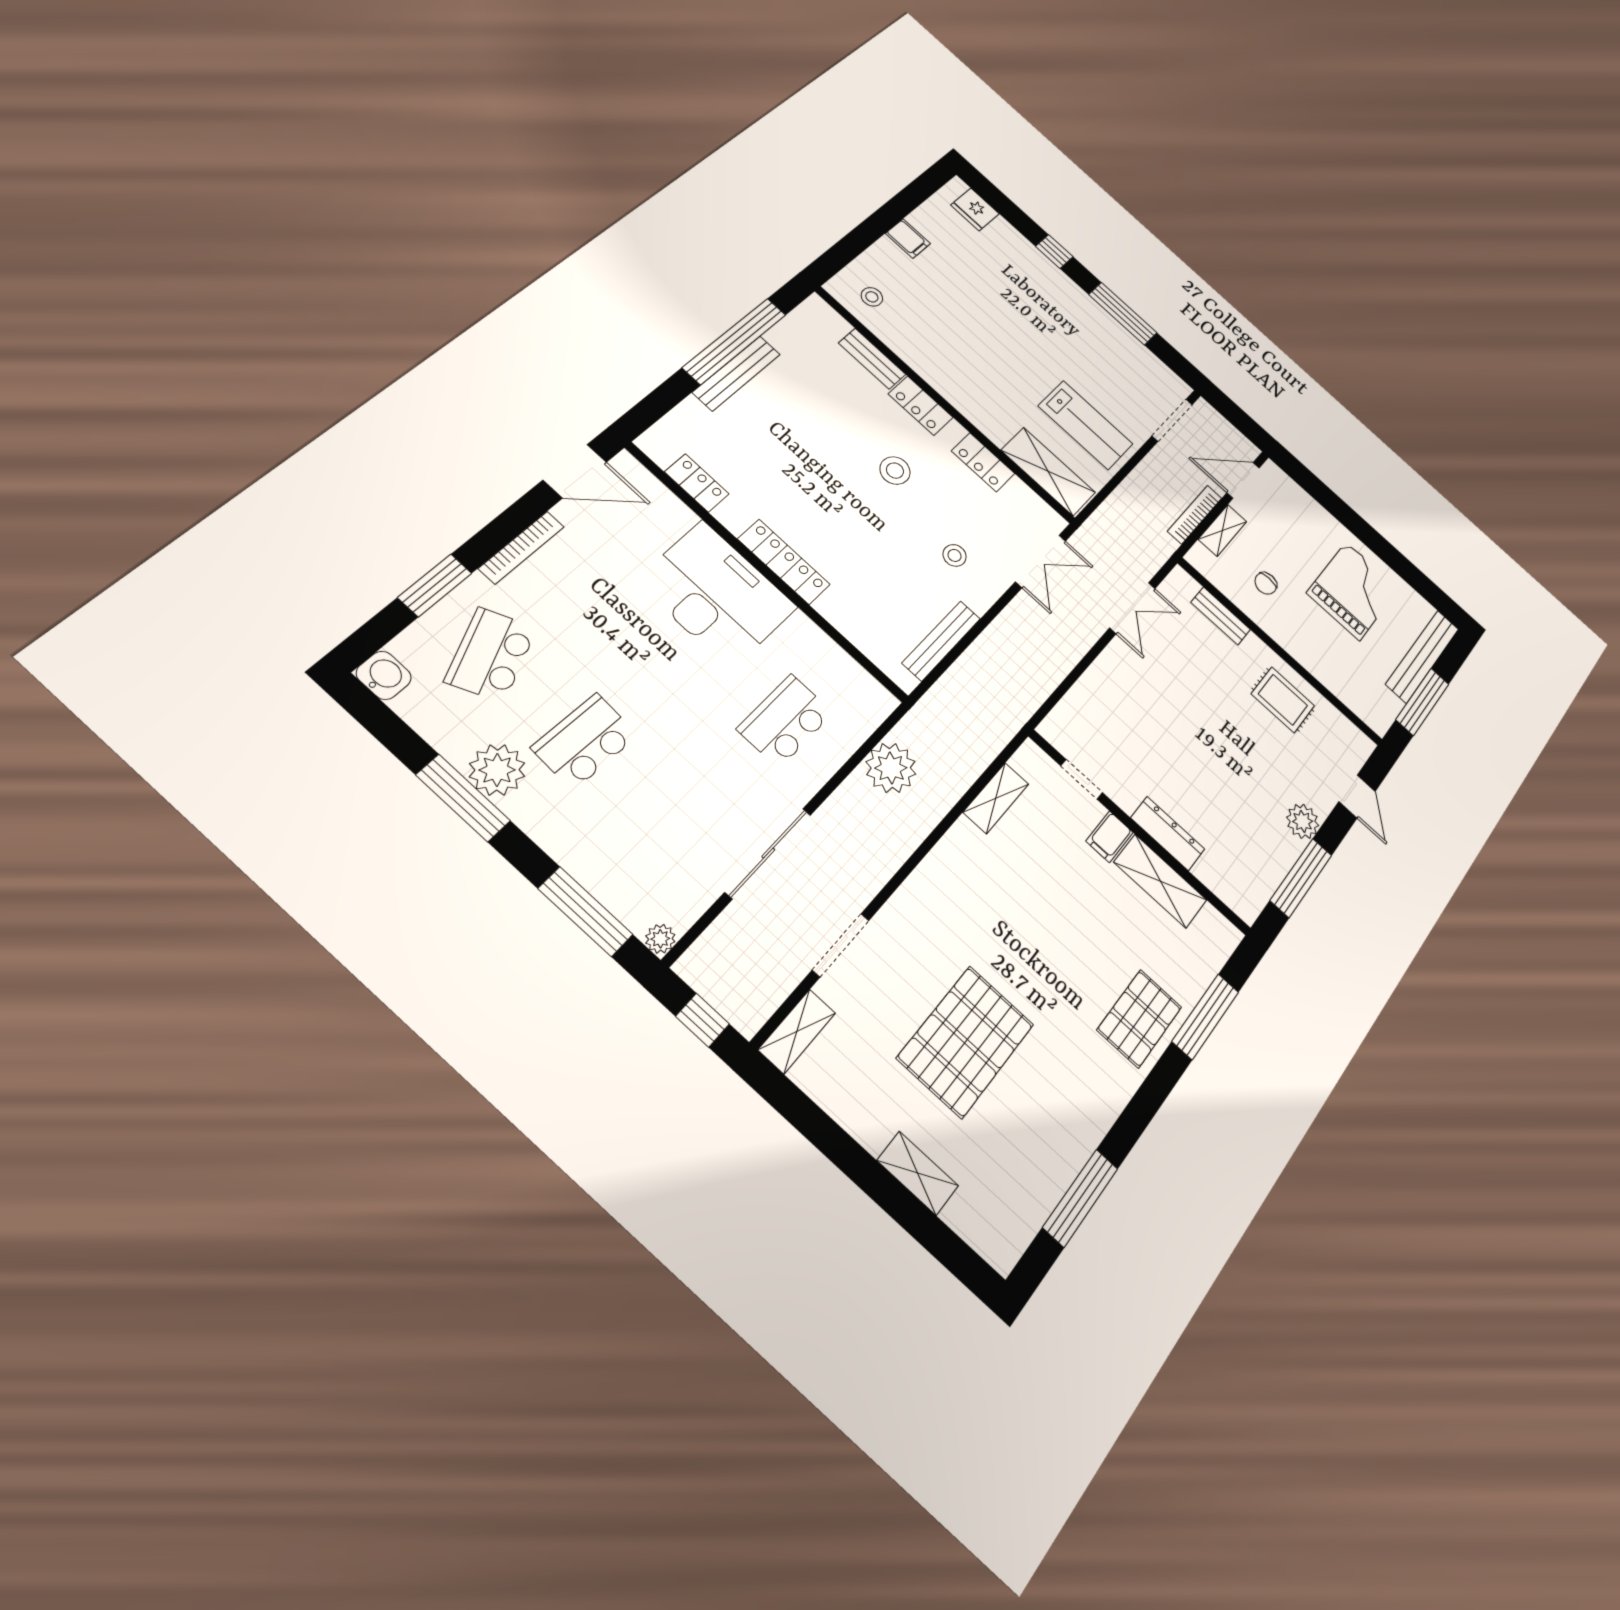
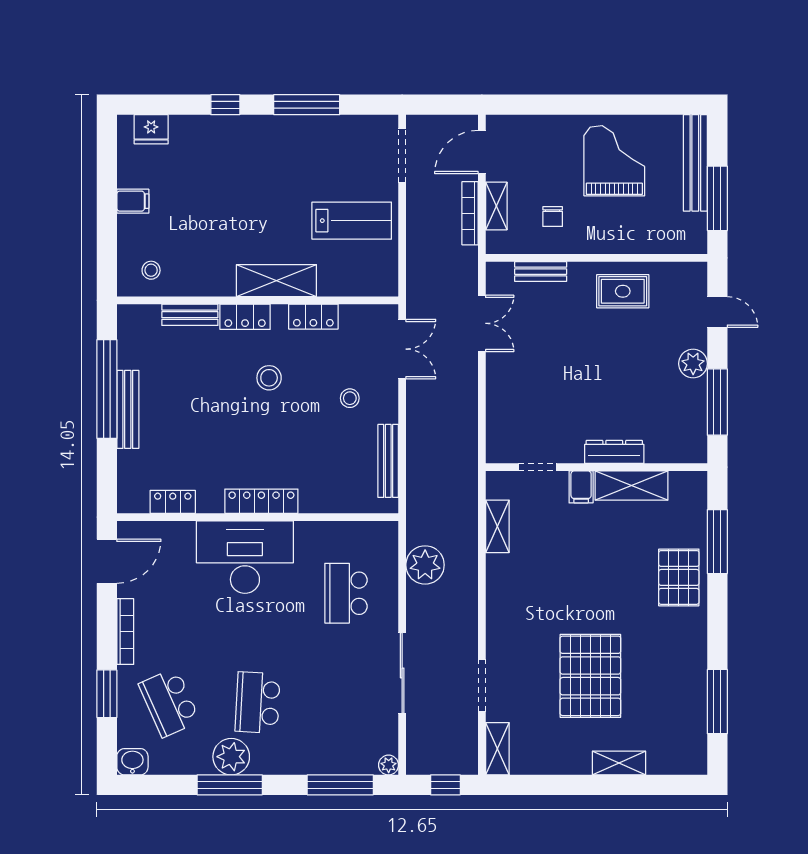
shelving: (1048, 471) -> (276, 281), moved

